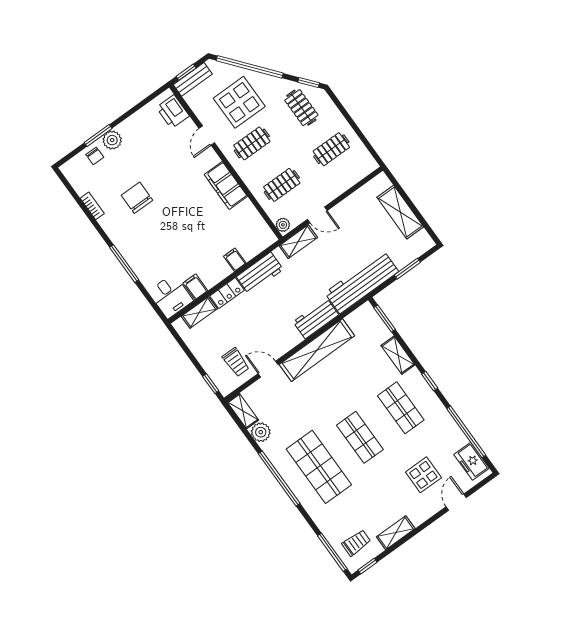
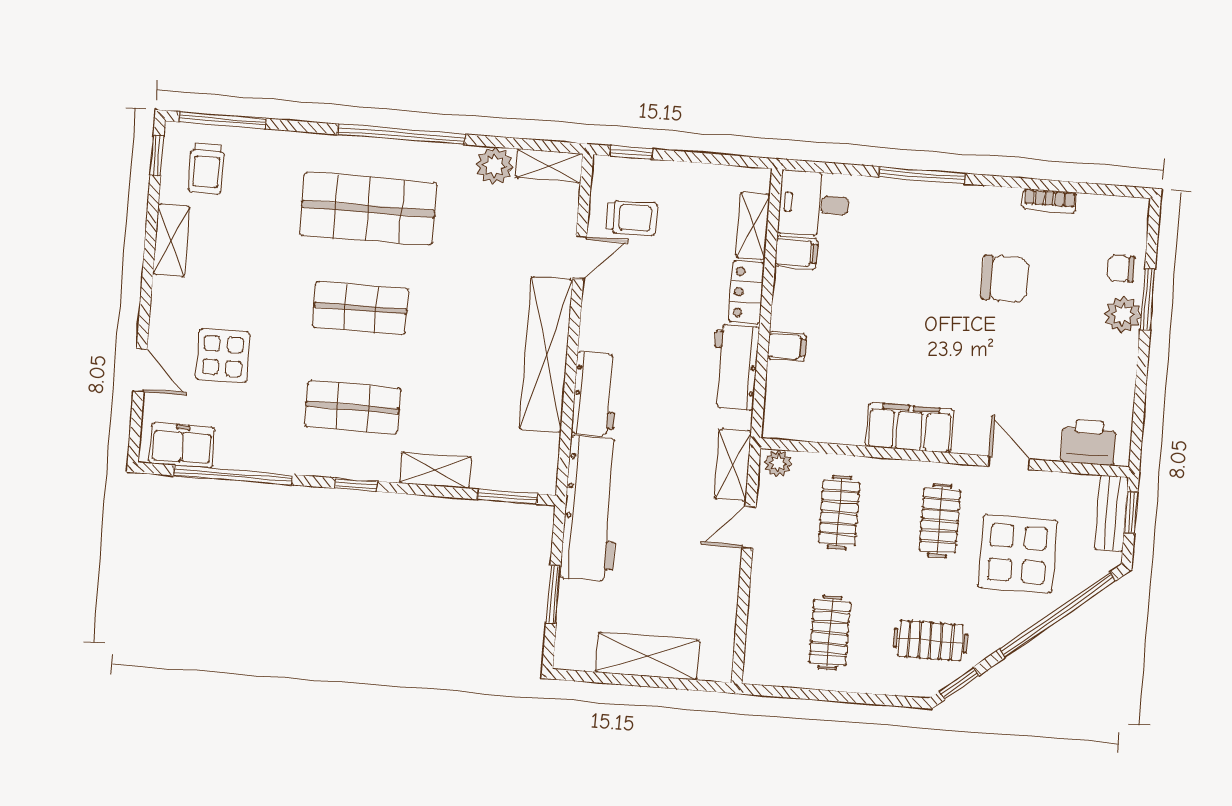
trolley: (236, 362) -> (632, 218), turned 180

